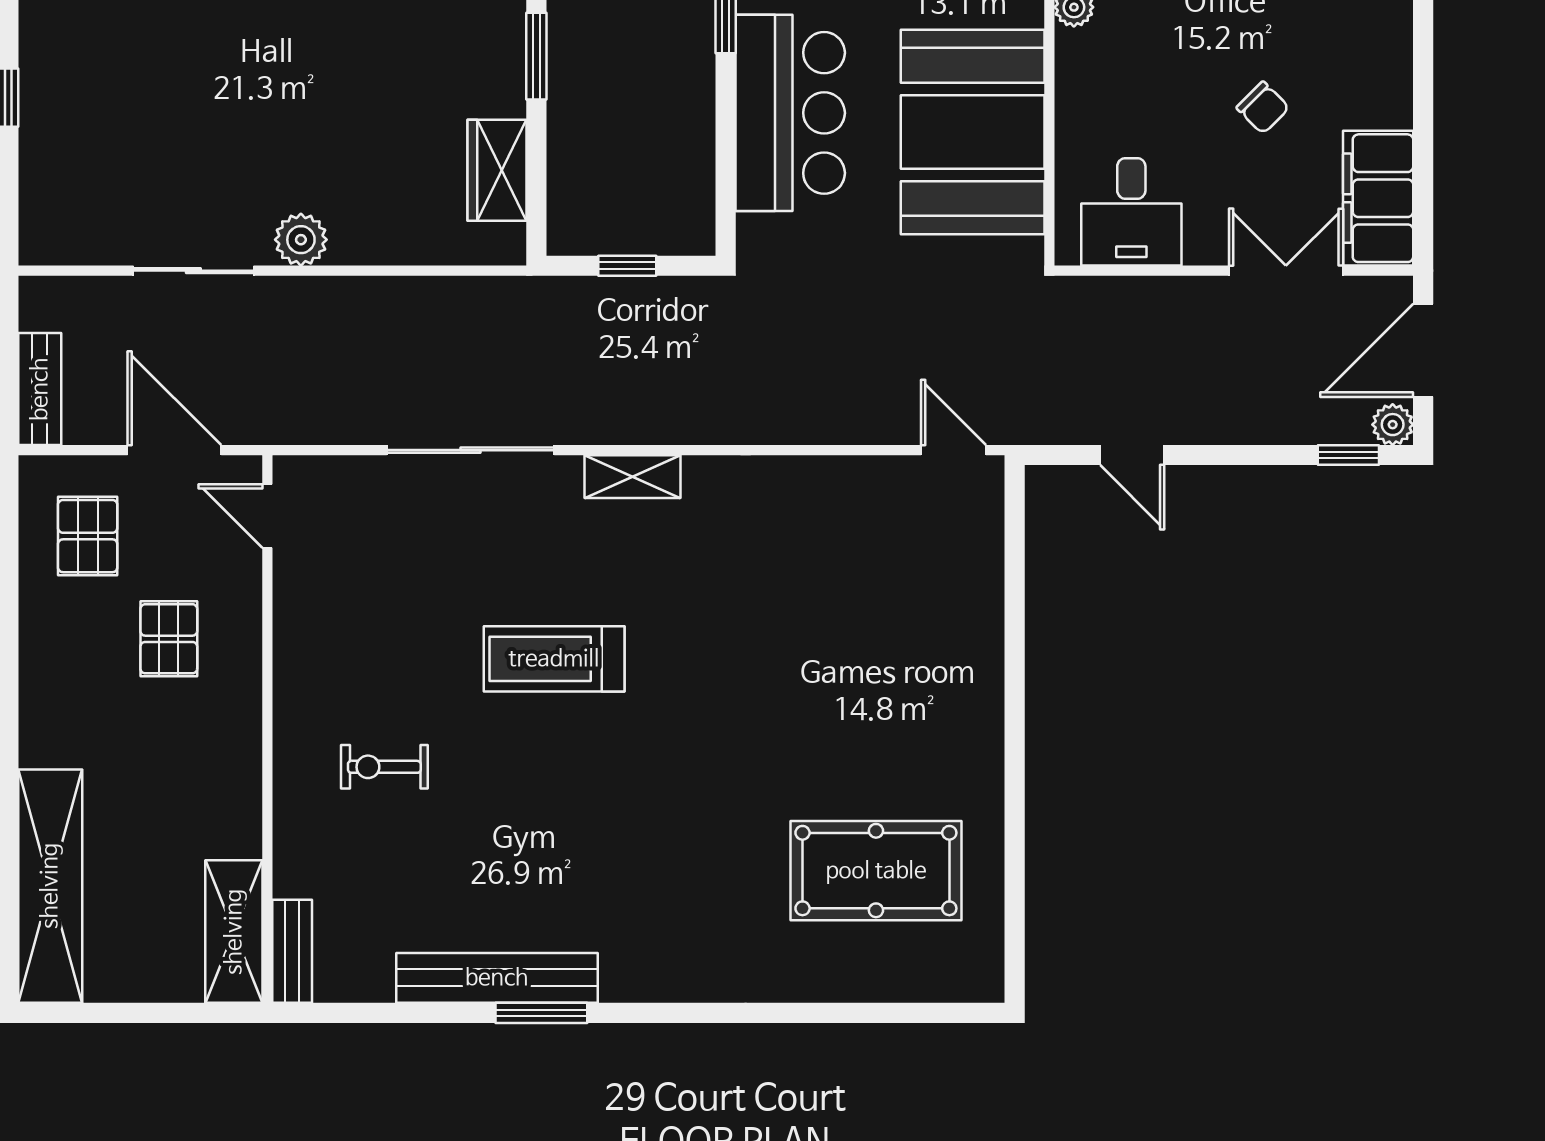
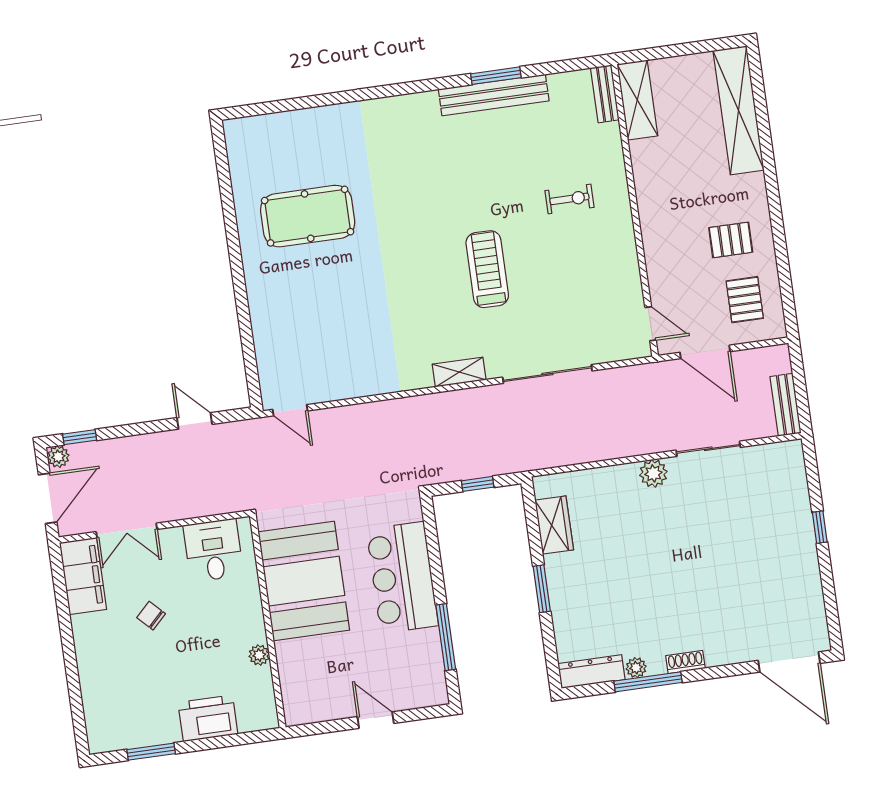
bench: (40, 389) -> (786, 405), moved
pallet: (169, 639) -> (731, 240), moved, turned 90
treadmill: (554, 659) -> (487, 269), turned -90
pool table: (876, 871) -> (308, 216), moved
window: (541, 1013) -> (496, 76), moved

